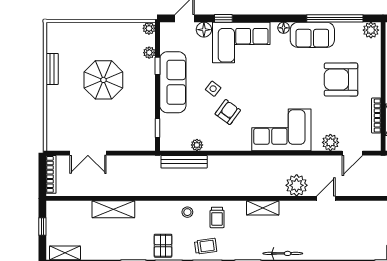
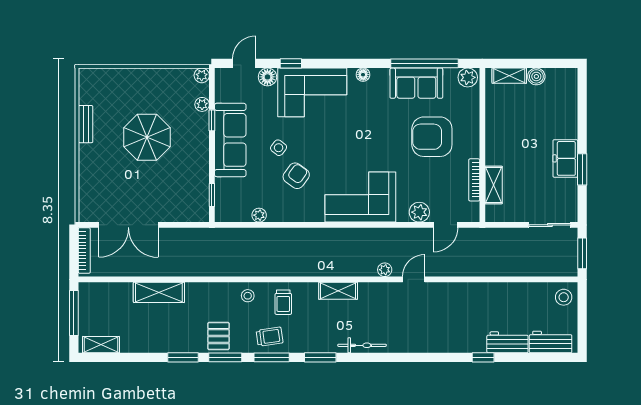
sofa: (312, 35) -> (416, 83), moved
double door: (88, 153) -> (128, 225), width x1.37
bench: (184, 162) -> (244, 235), removed
plant: (297, 185) -> (385, 270), width x0.53, depth x0.53
window: (42, 227) -> (74, 313), width x2.17

